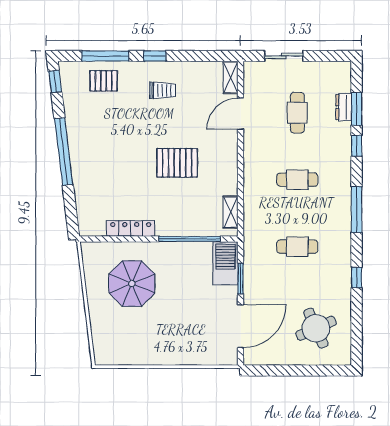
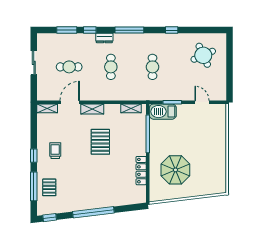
sliding door: (284, 56) -> (34, 63), moved
dresser: (344, 107) -> (104, 38), moved
door: (241, 114) -> (70, 102), swing flipped
shelving: (230, 150) -> (92, 109), added
door: (241, 326) -> (202, 102), width x0.53

